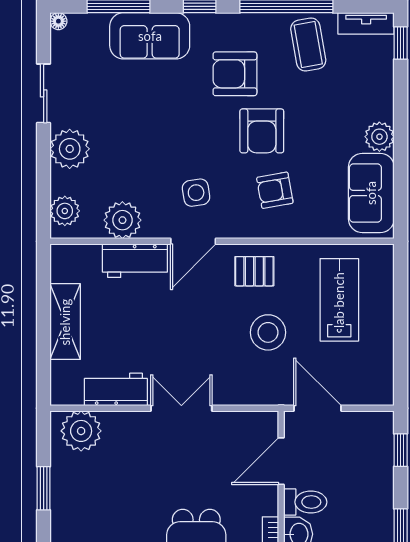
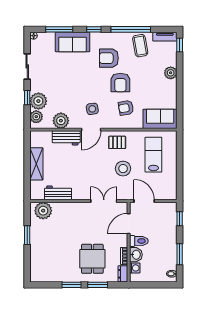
plant: (379, 137) -> (171, 73), moved
plant: (70, 149) -> (38, 101), moved
window: (44, 166) -> (27, 98), added
sofa: (371, 193) -> (160, 119), moved, turned 90
double door: (181, 408) -> (104, 201), moved

